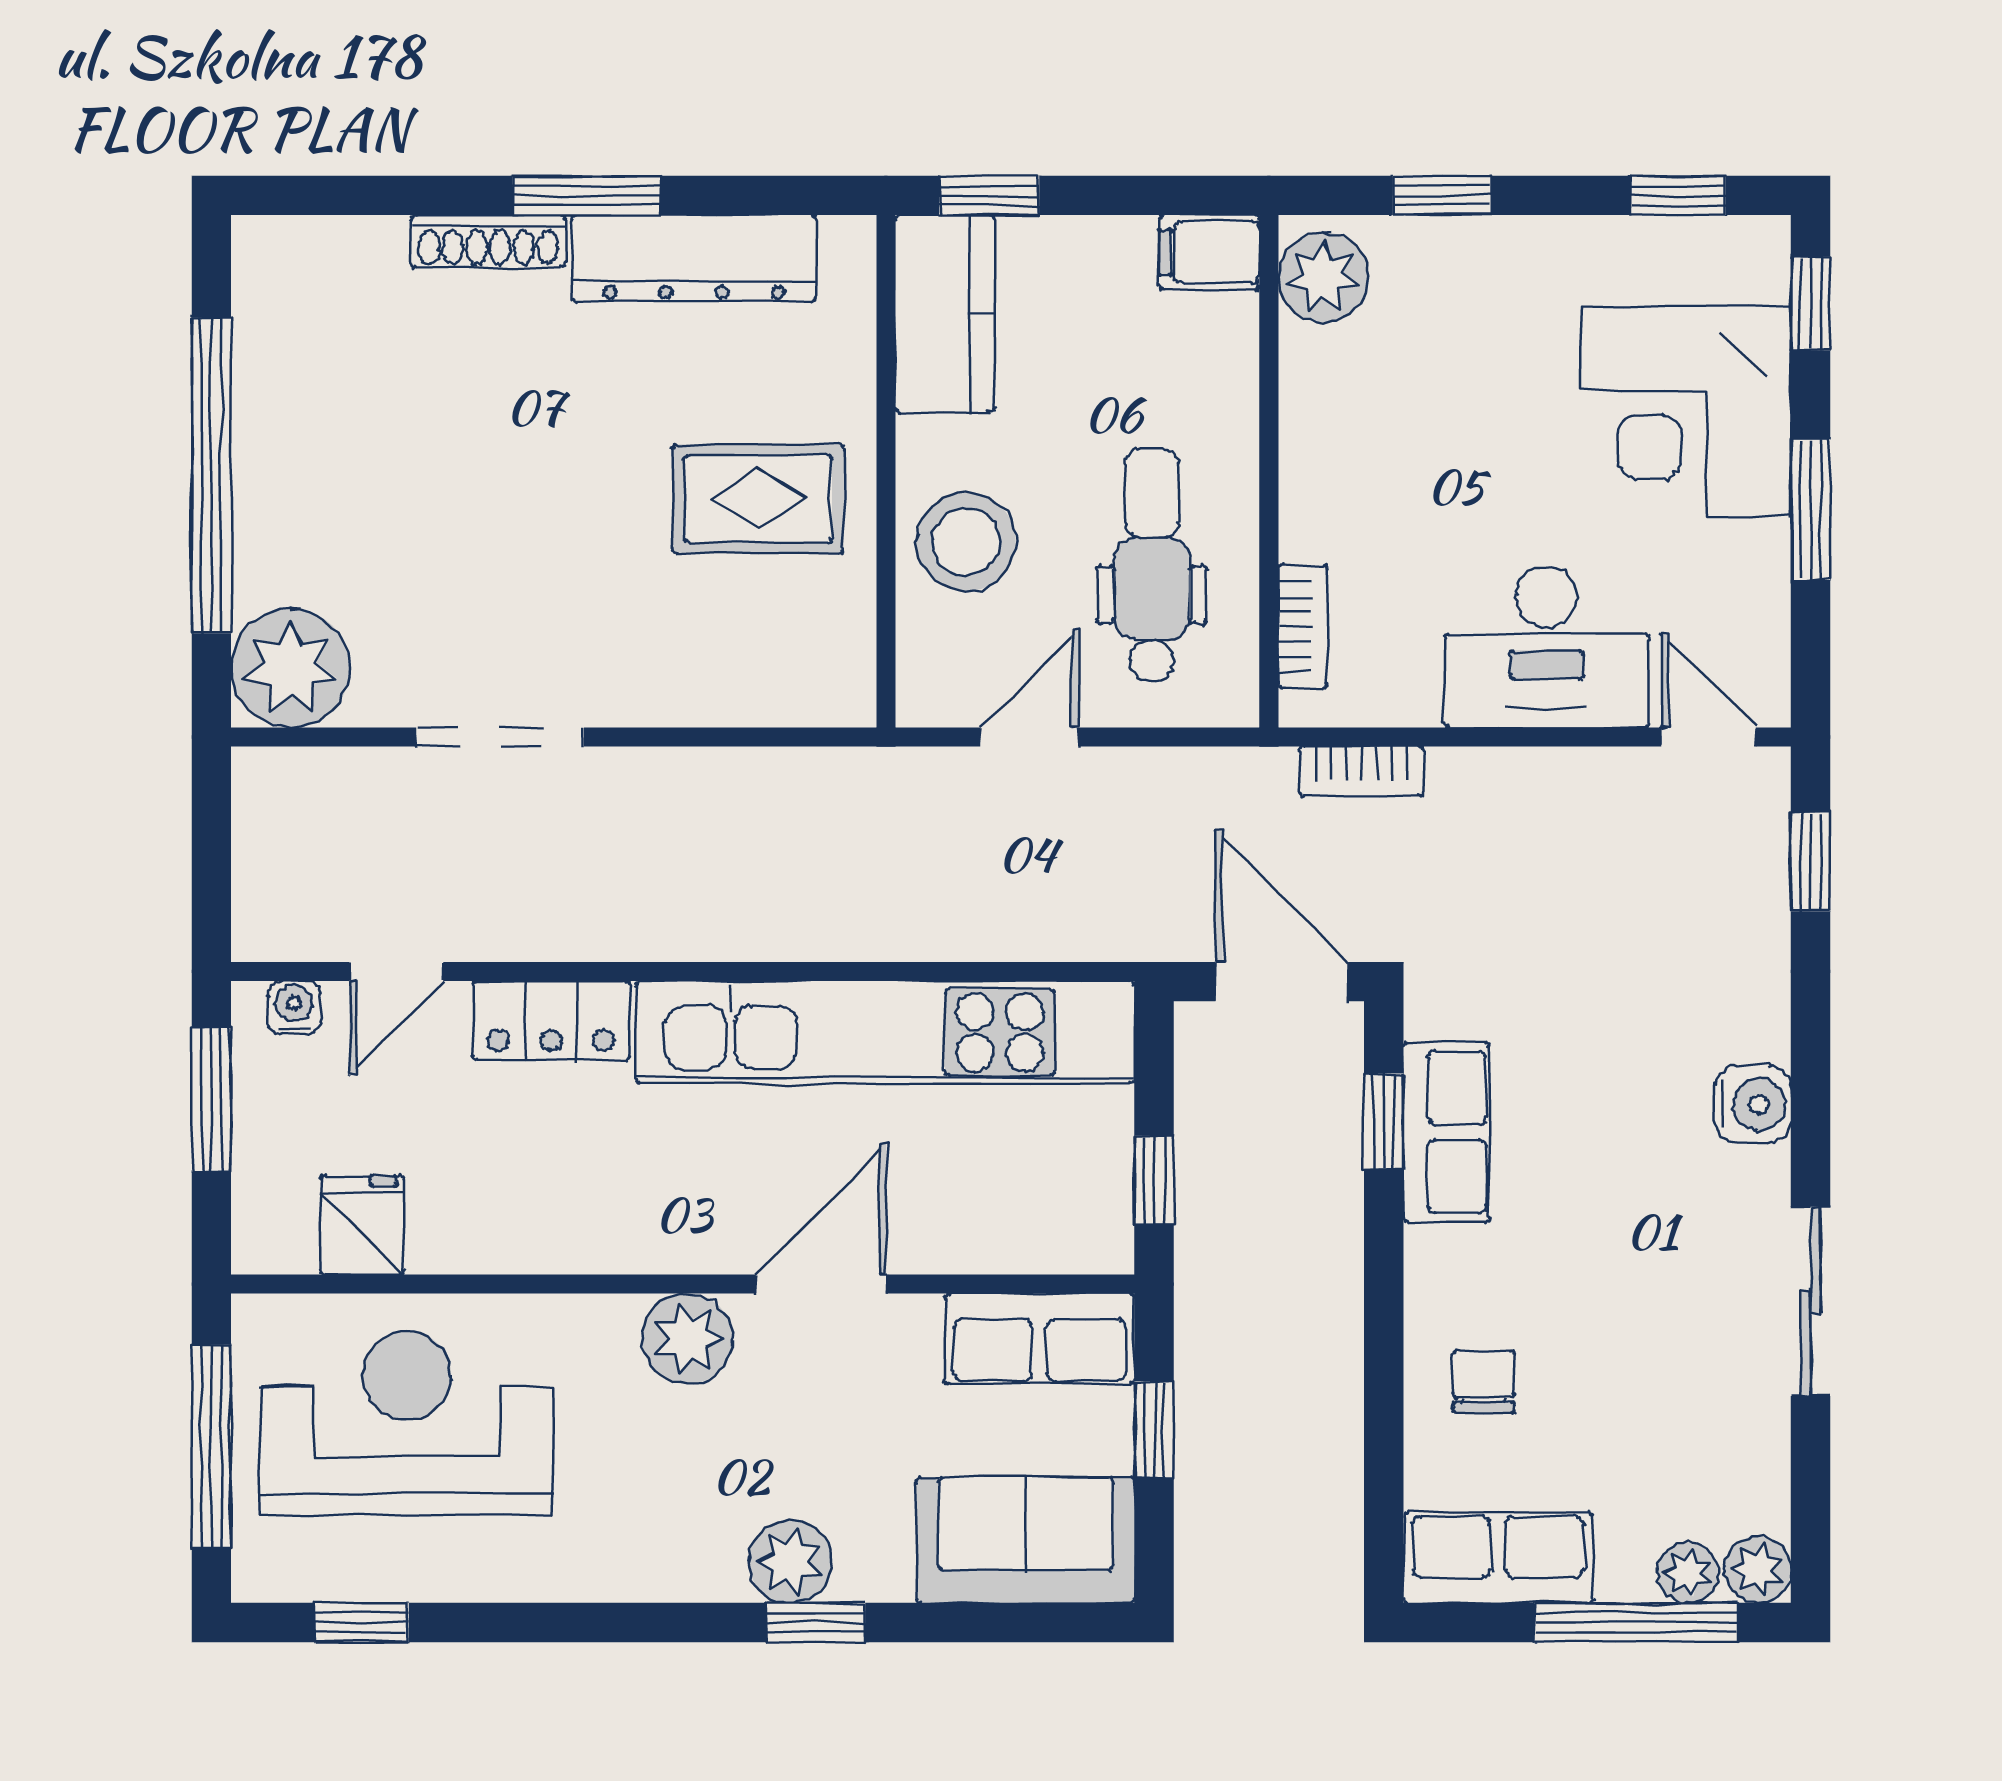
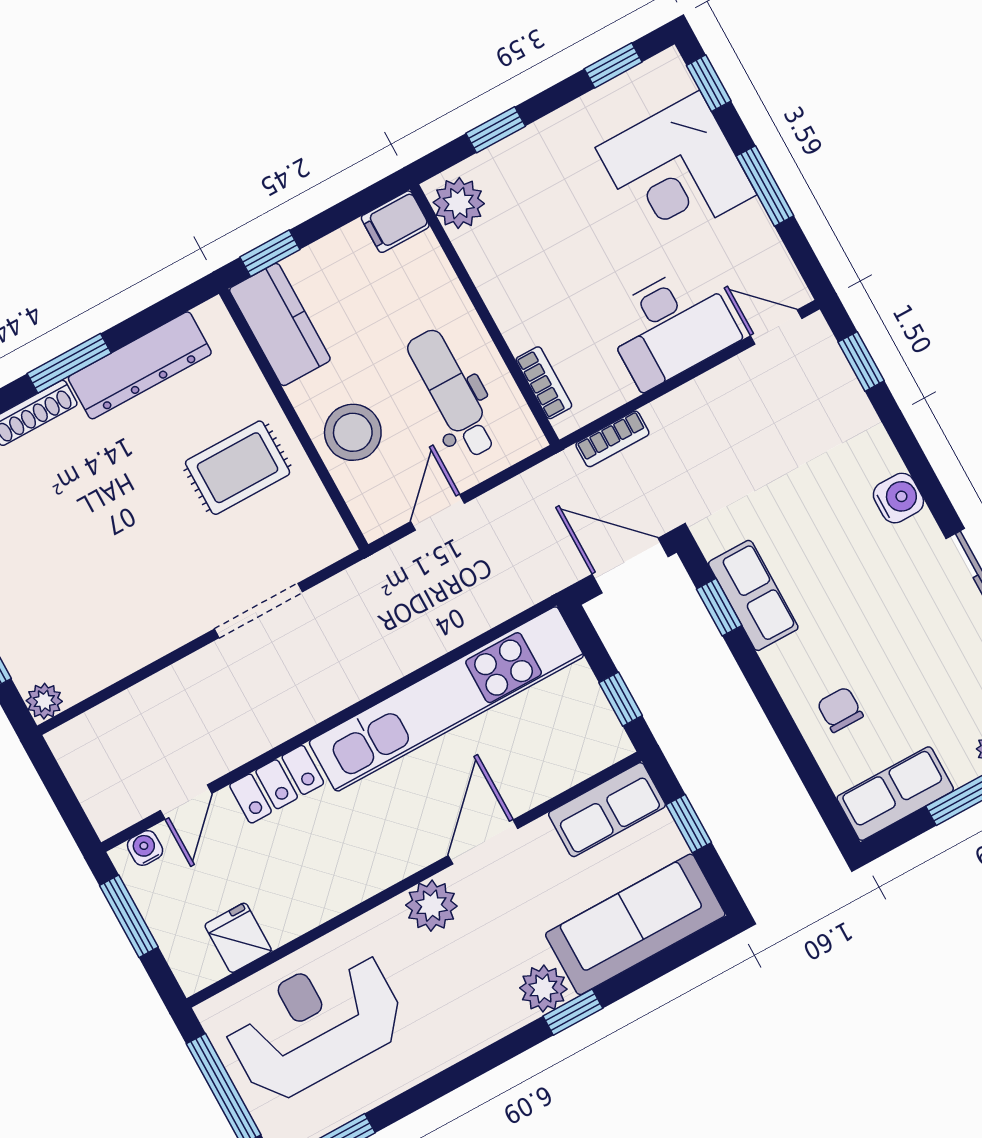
plant: (290, 668) -> (44, 701), width x0.53, depth x0.53
doorway: (500, 737) -> (258, 610), moved
sofa: (1026, 1540) -> (635, 924), width x1.36

